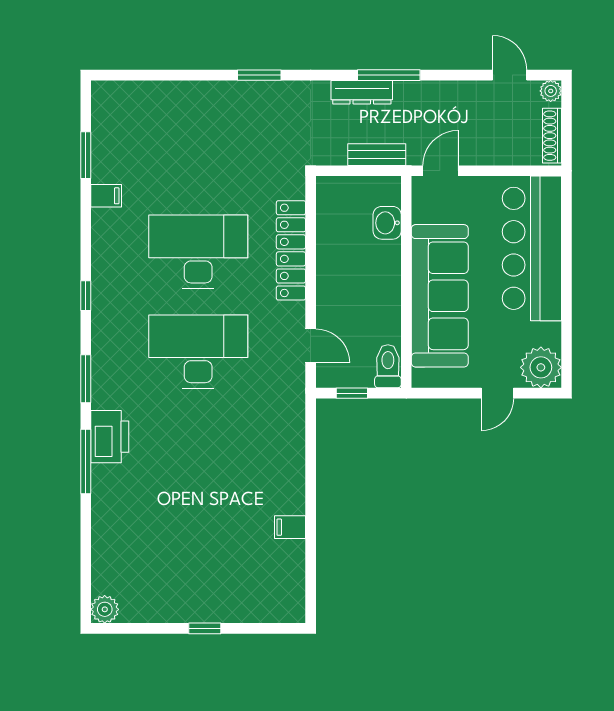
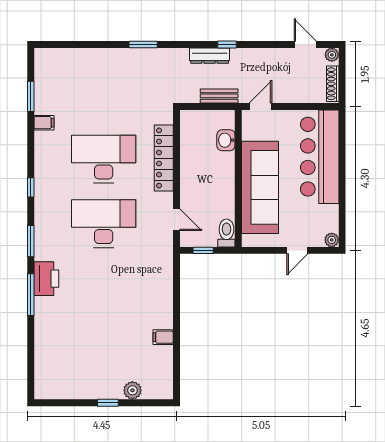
window: (389, 75) -> (227, 45), width x0.46
plant: (541, 367) -> (332, 240), width x0.53, depth x0.53
plant: (105, 609) -> (132, 390), moved

